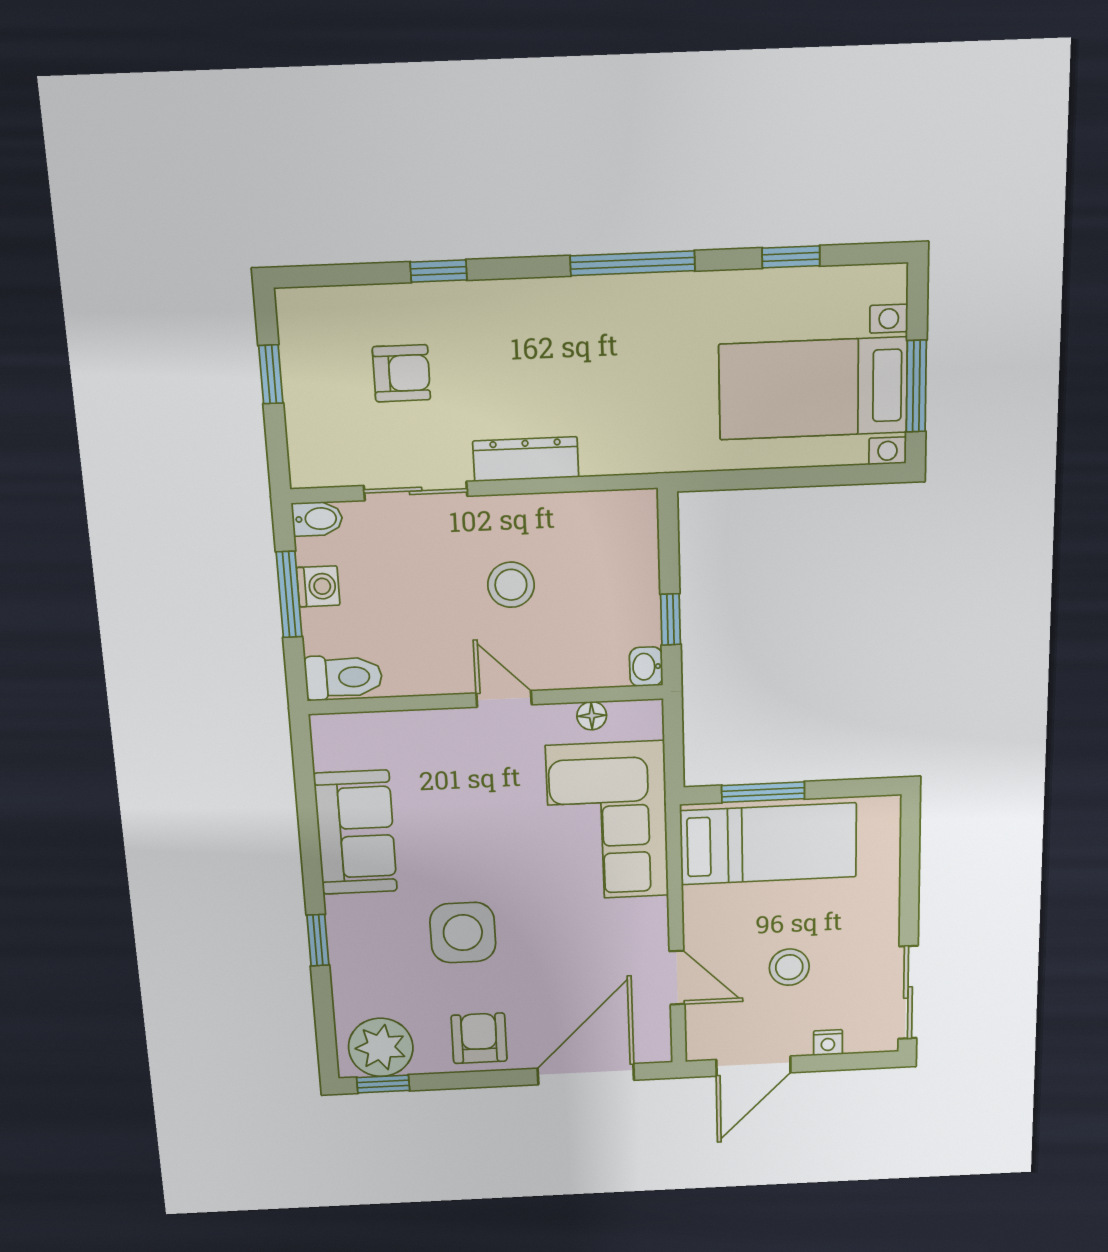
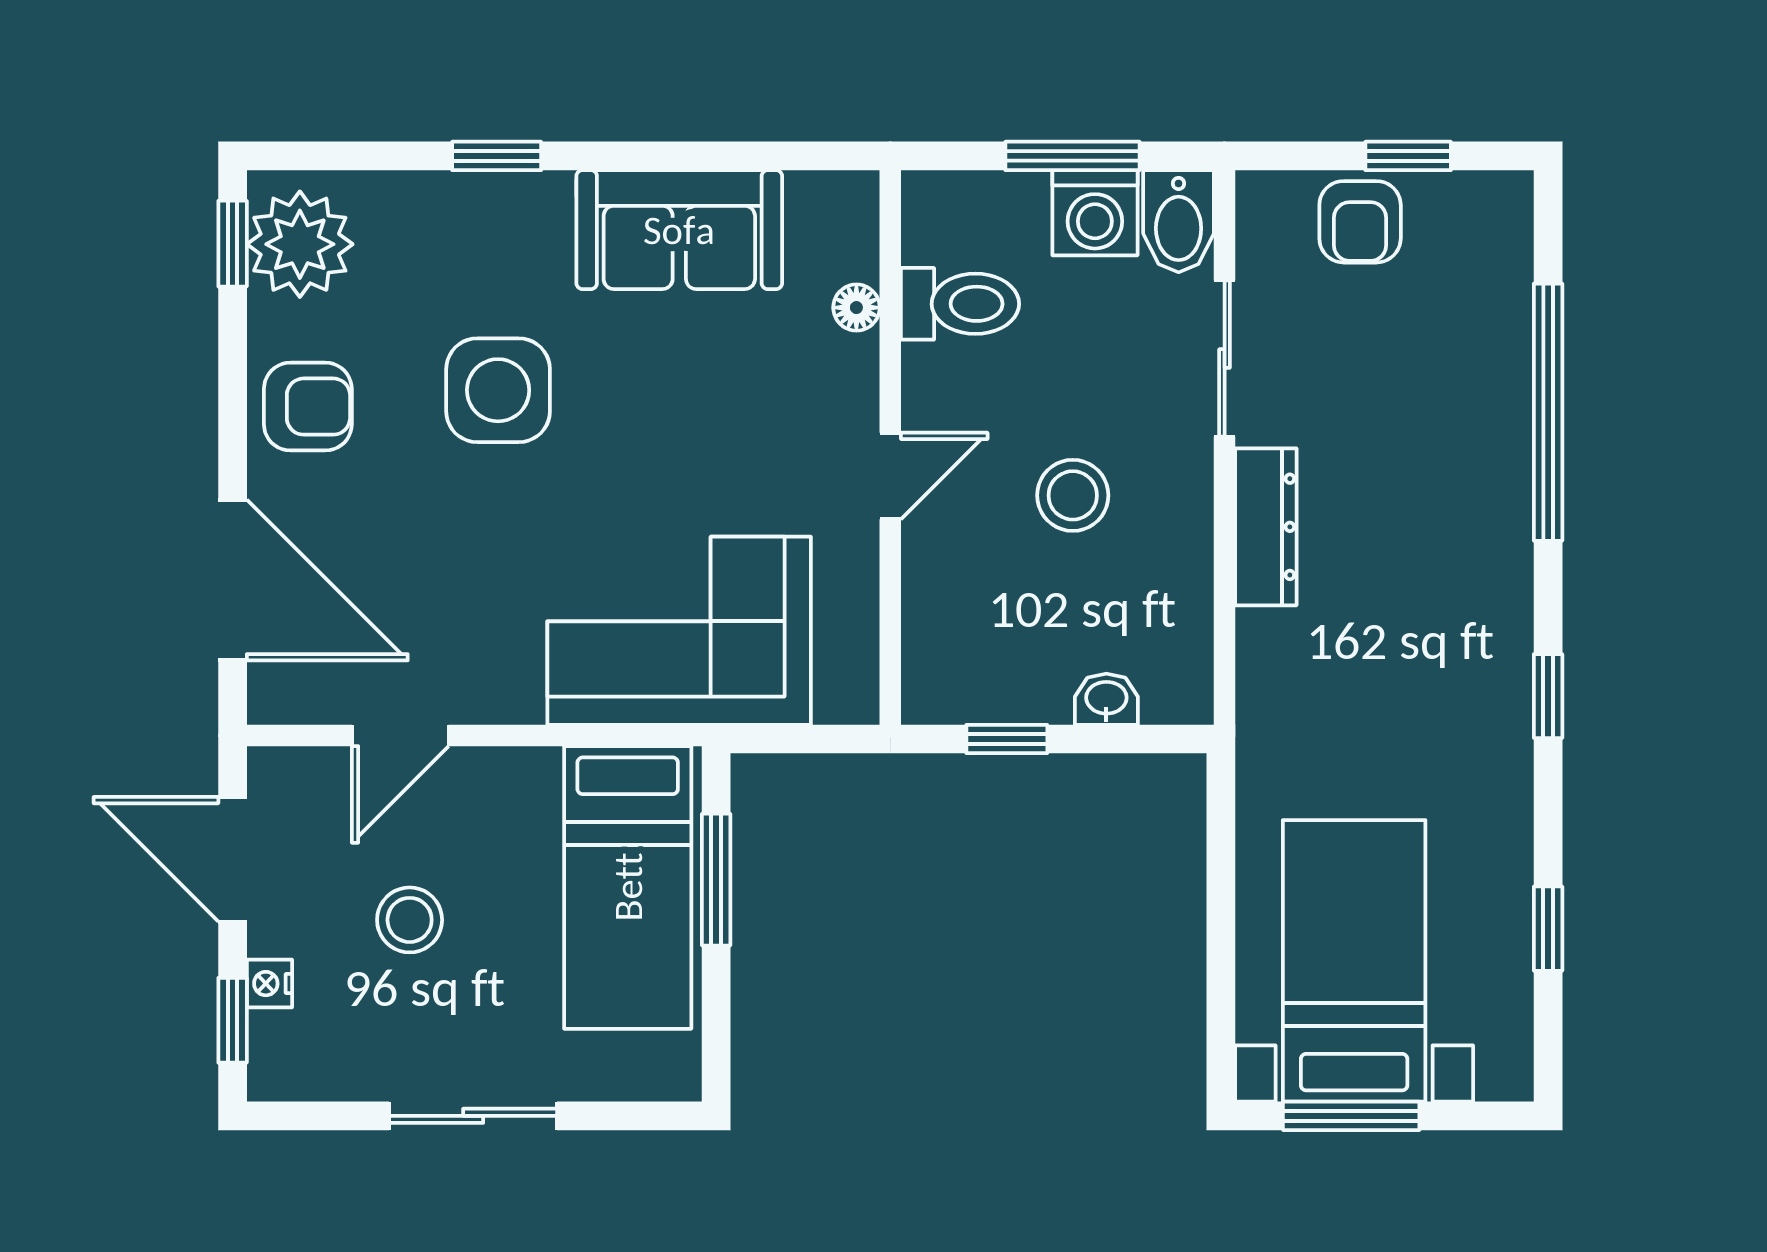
window: (633, 263) -> (1548, 696), width x0.46
window: (439, 271) -> (1548, 412), width x3.17
armchair: (401, 373) -> (1360, 222), moved
bidet: (317, 519) -> (1179, 221), width x1.38, depth x1.36
washing machine: (318, 586) -> (1095, 213), width x1.38, depth x1.38
washbasin: (646, 667) -> (1106, 699), moved
toilet: (344, 677) -> (960, 304), moved, turned -90
floor lamp: (592, 716) -> (856, 308), moved
sliding door: (908, 993) -> (473, 1116), moved
window: (850, 1061) -> (233, 1020), added

